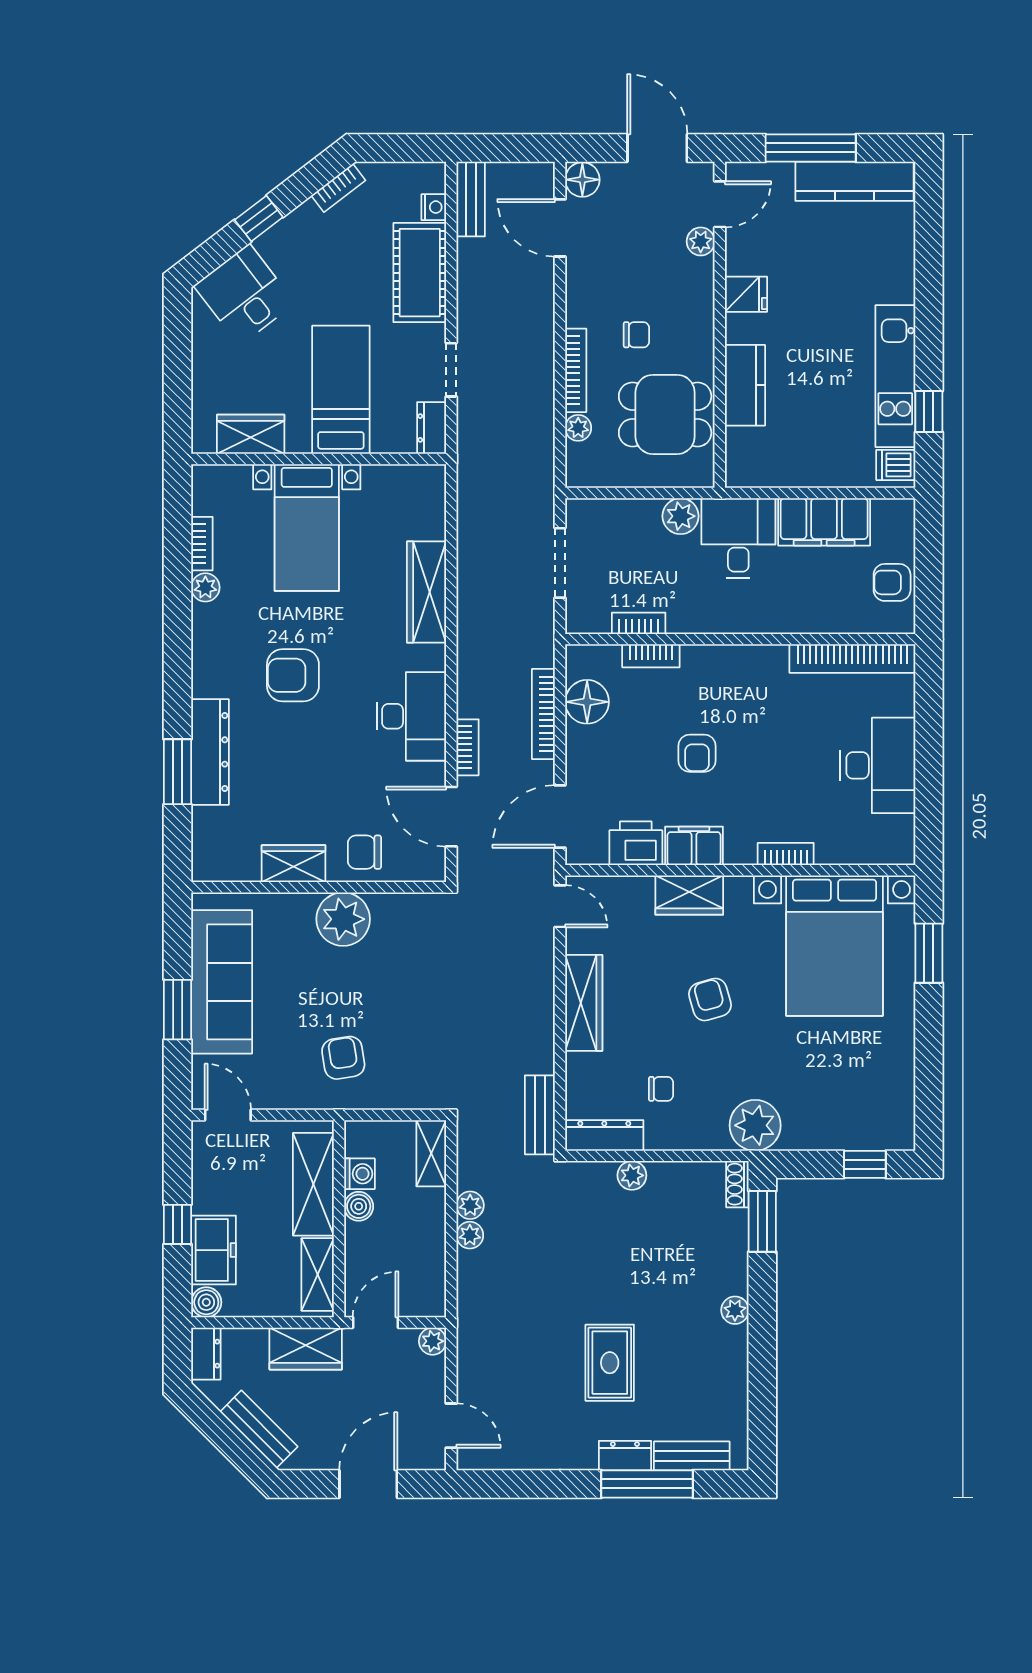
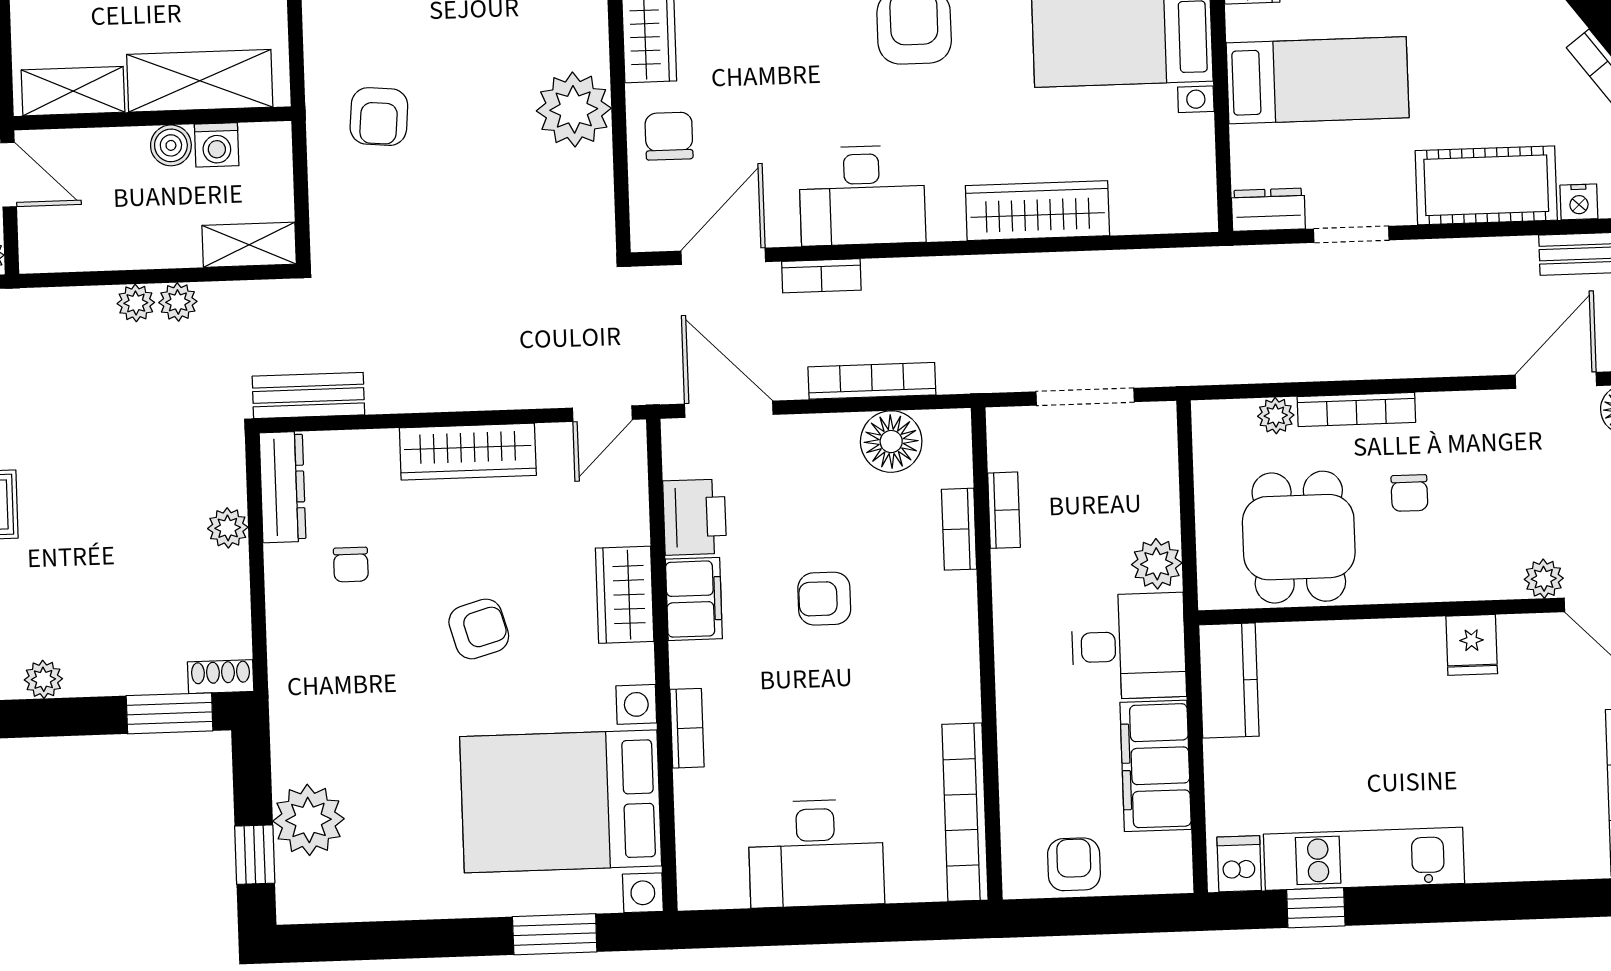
kitchen counter: (745, 385) -> (1229, 680), moved, turned -90
armchair: (343, 1058) -> (379, 117), turned 104
plant: (755, 1125) -> (308, 820), moved

